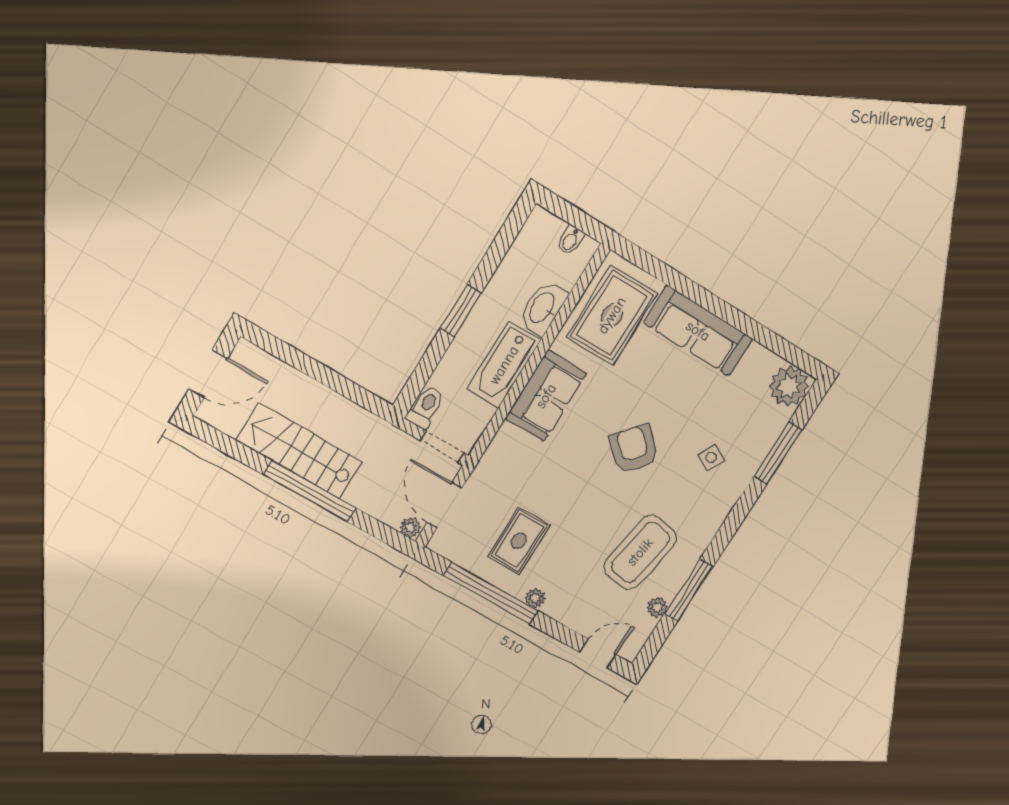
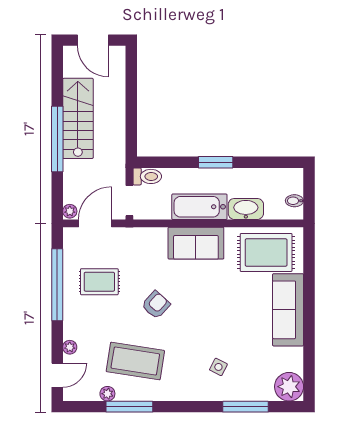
armchair: (634, 449) -> (156, 305), moved, width x0.72, depth x0.72
plant: (535, 598) -> (70, 347), moved
door: (598, 653) -> (57, 375), hinge flipped

